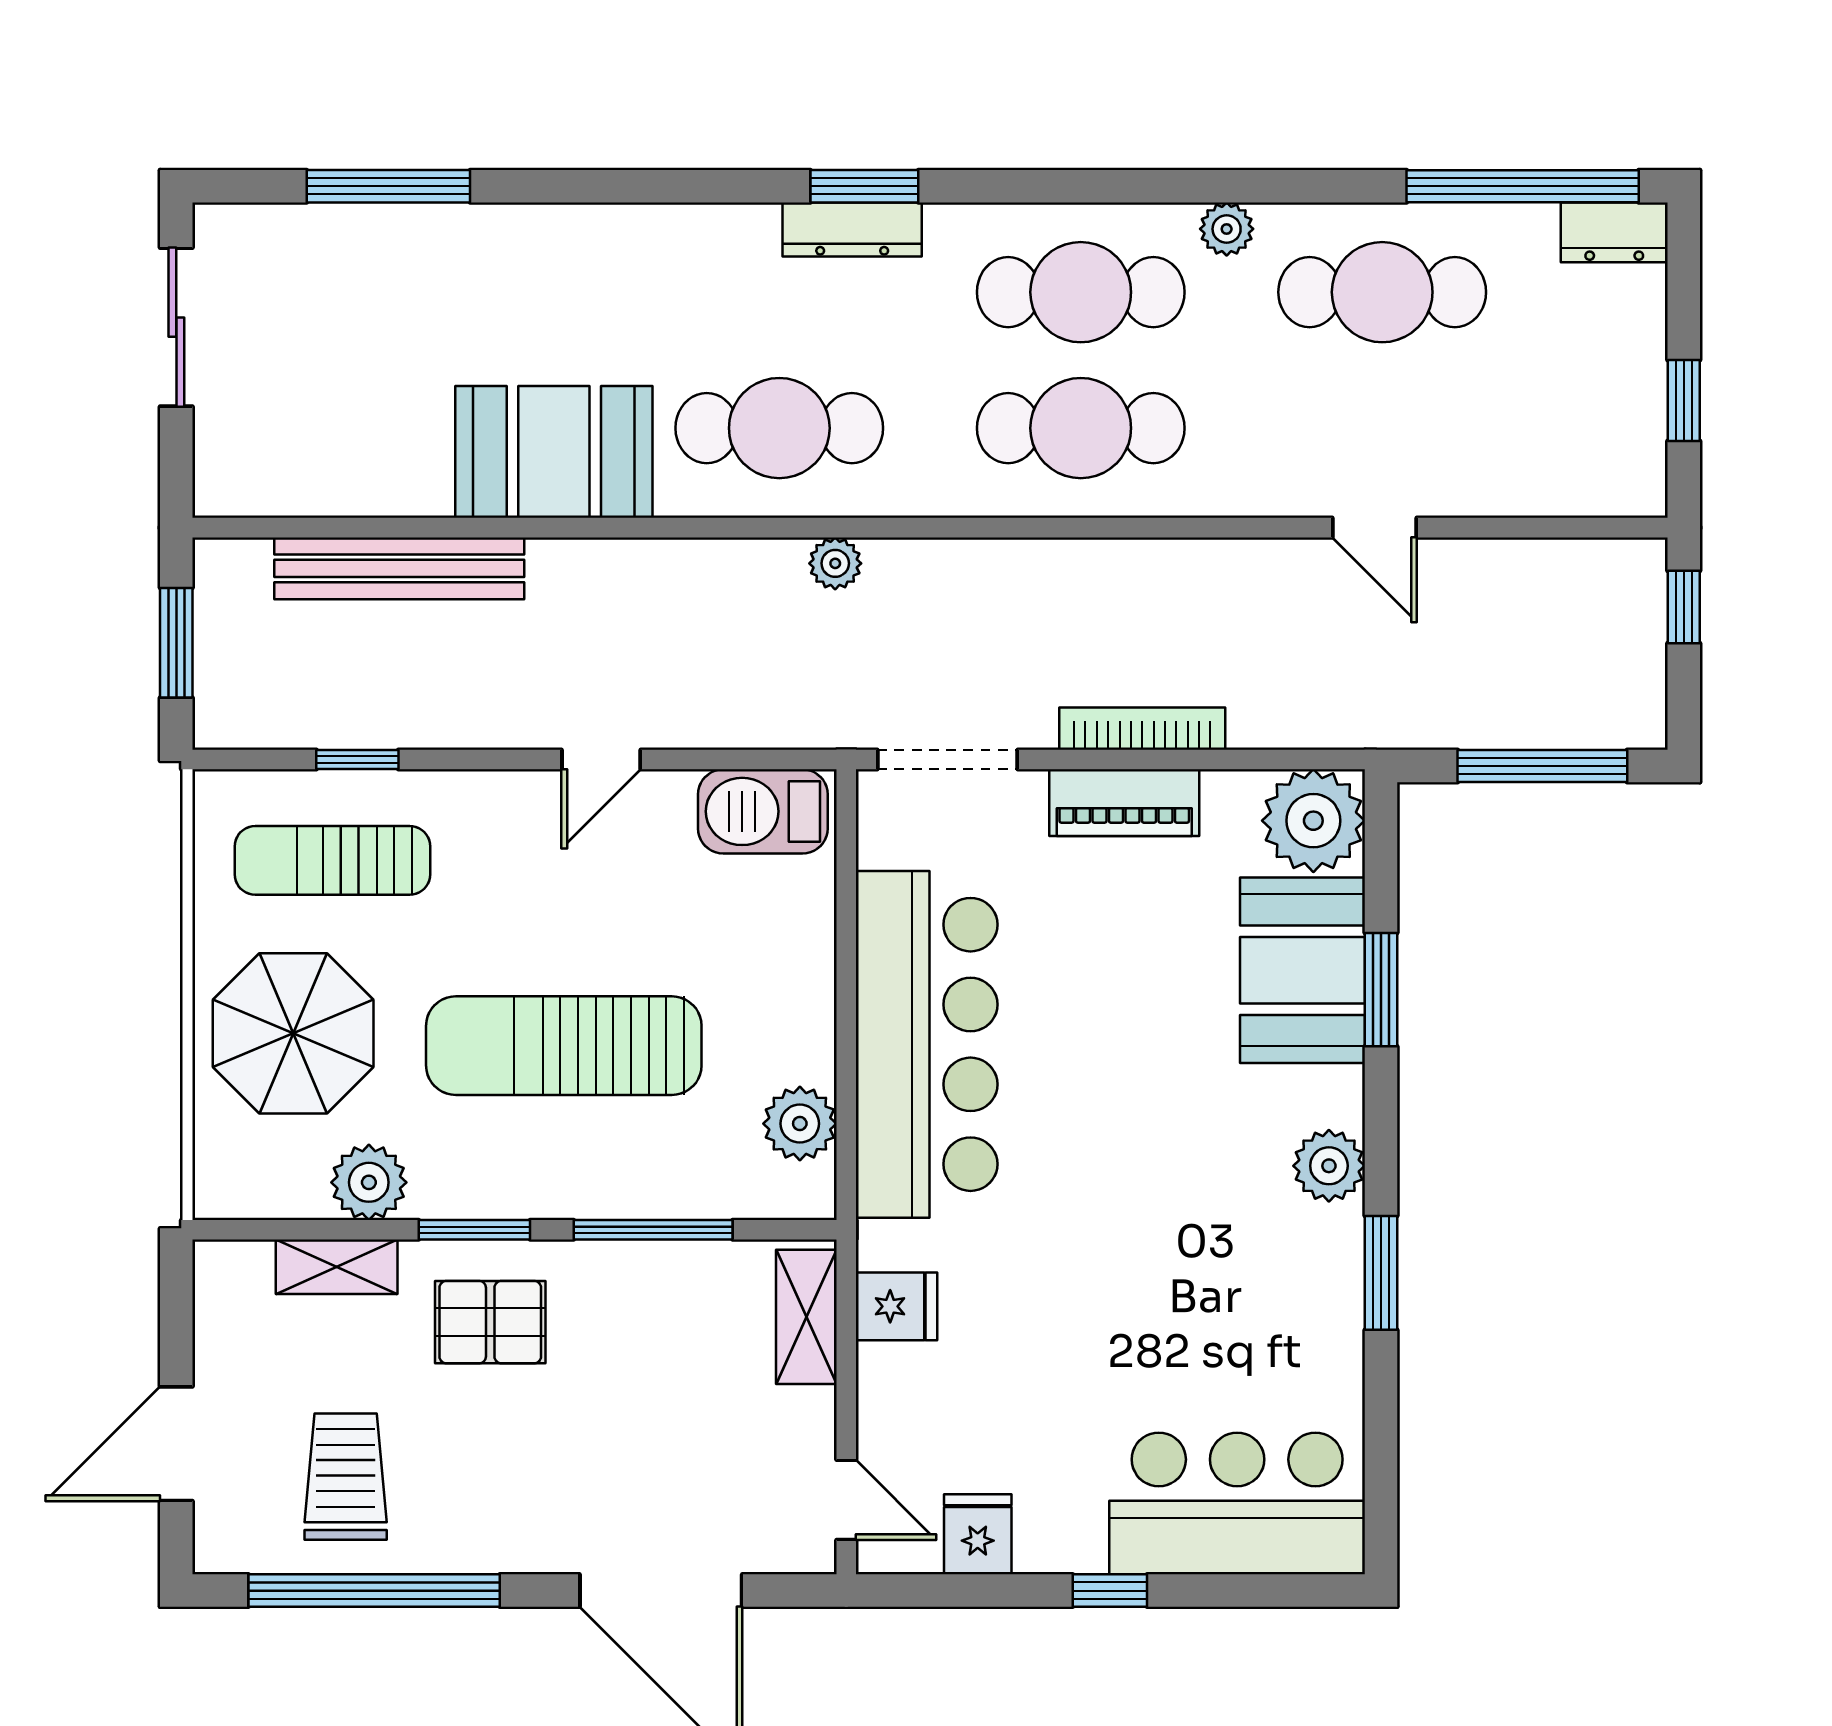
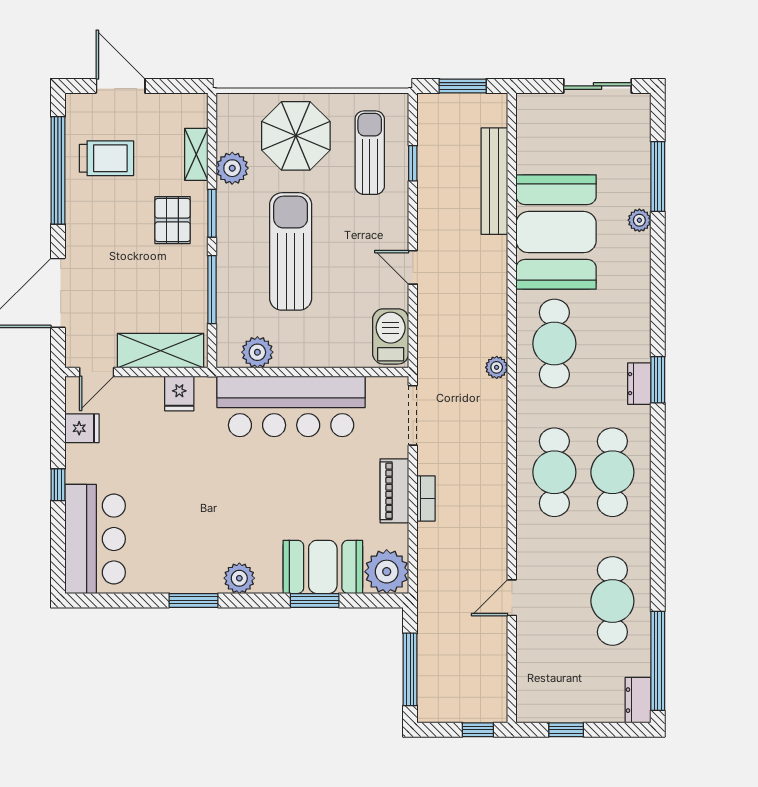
plant: (1227, 229) -> (639, 220), moved
dresser: (852, 230) -> (639, 384), width x0.70
booth: (554, 452) -> (556, 232), width x1.36, depth x1.42
bookcase: (1142, 729) -> (426, 498), width x0.64
shelving: (806, 1317) -> (160, 351), width x1.50, depth x1.33

